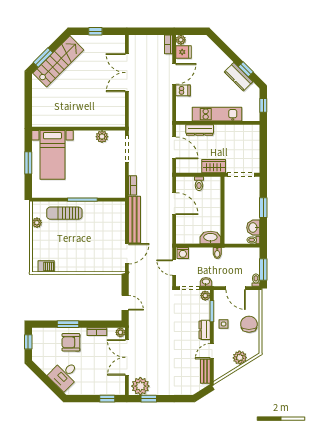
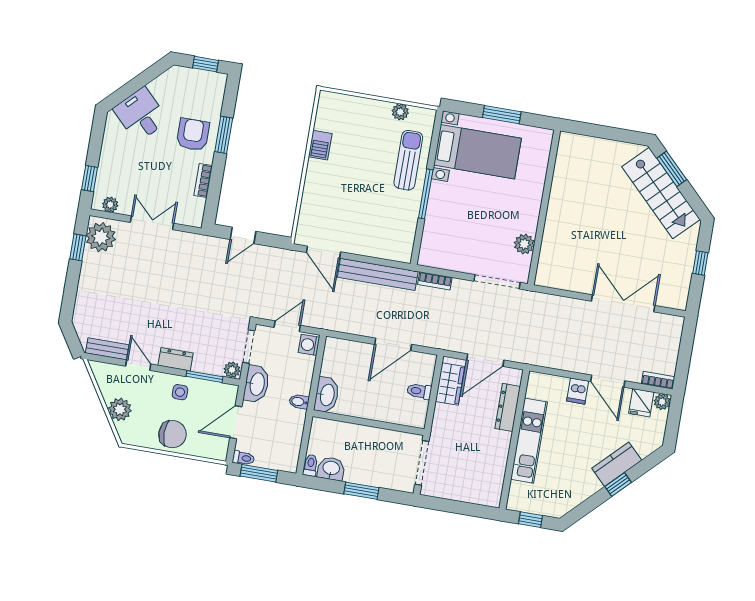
window: (246, 69) -> (618, 484), moved
kitchen counter: (239, 77) -> (617, 464), moved
bed with nightstands: (52, 155) -> (477, 152), moved, turned 180
wardrobe: (214, 166) -> (450, 384), moved
barbecue: (46, 266) -> (320, 145), moved
washbasin: (206, 282) -> (257, 384), width x1.91, depth x1.45
plant: (120, 332) -> (110, 205), moved
double door: (127, 357) -> (152, 223), width x0.73

